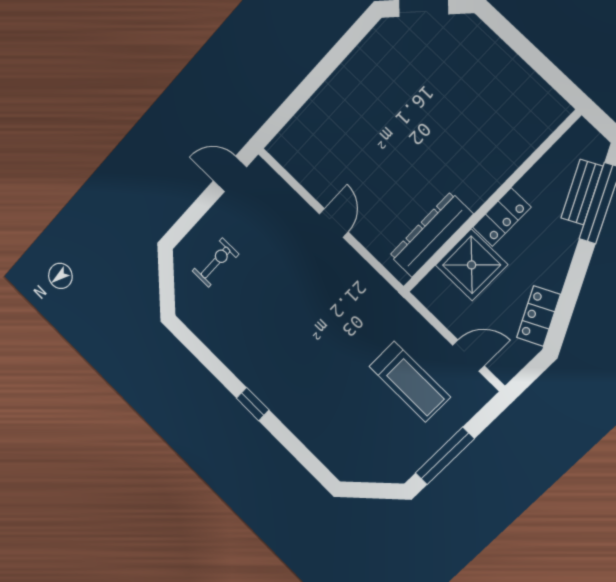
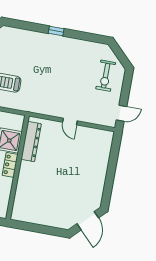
exercise bike: (215, 263) -> (106, 76), width x1.38, depth x1.39

